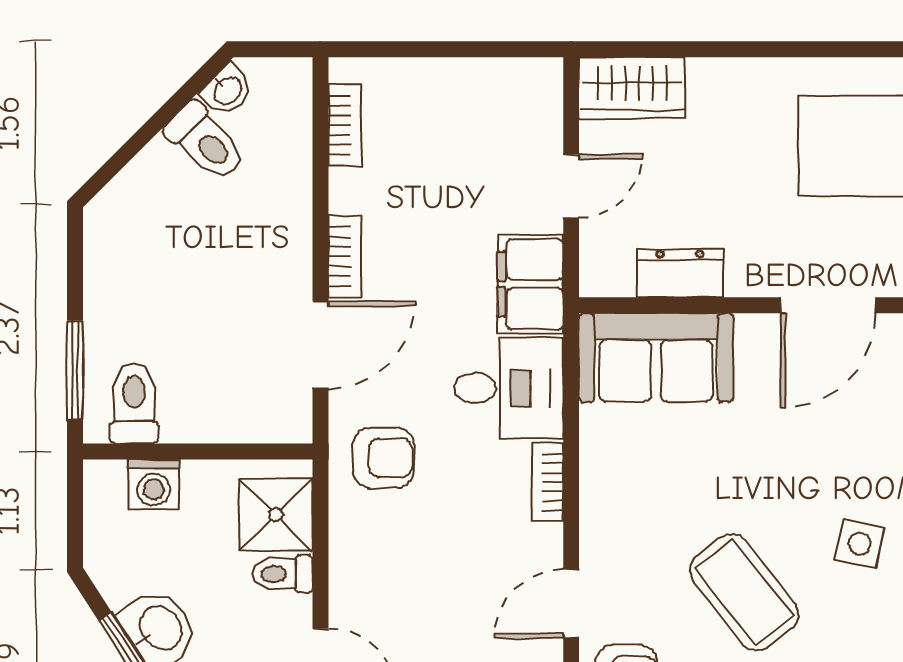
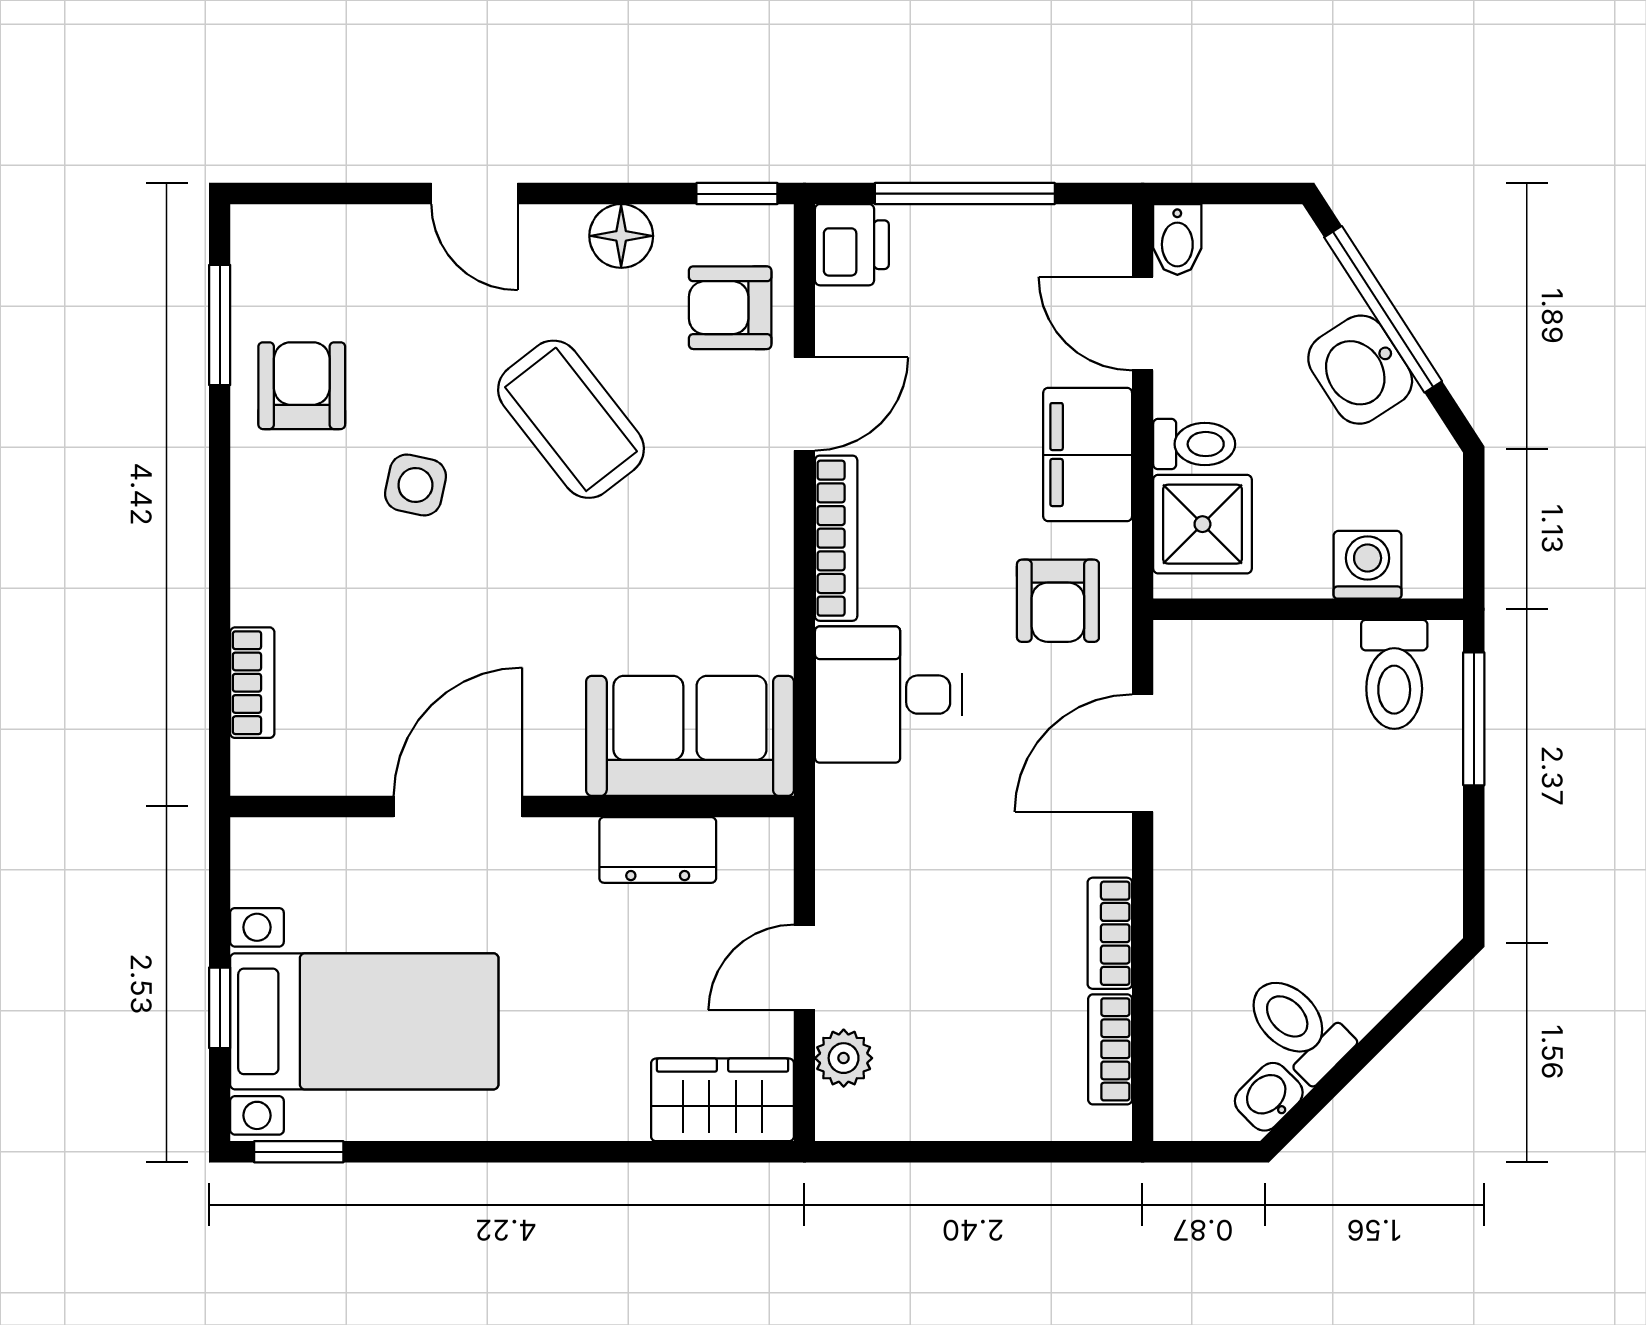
plant: (542, 119) -> (844, 1058), added
bookcase: (345, 256) -> (1110, 933), moved
filing cabinet: (530, 284) -> (1088, 455), moved, turned 180
armchair: (383, 458) -> (1058, 601), turned -90
bookcase: (548, 482) -> (836, 538), width x1.56

